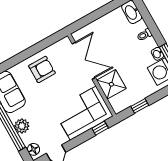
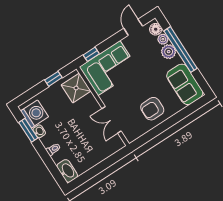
double door: (84, 61) -> (112, 120), width x0.73
shower: (111, 84) -> (76, 88), moved
plant: (27, 139) -> (163, 39), added

